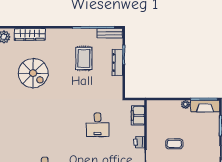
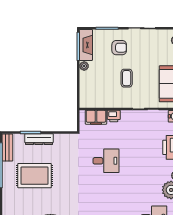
rug: (84, 58) -> (34, 176), width x1.36, depth x1.43
armchair: (203, 137) -> (119, 48), added
printer: (139, 142) -> (114, 116), moved

